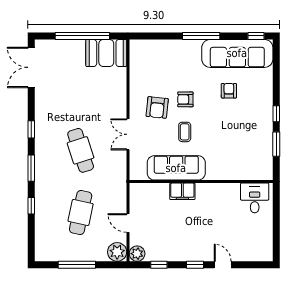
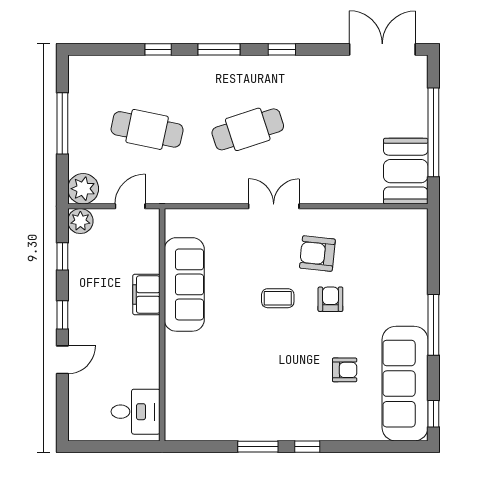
sofa: (176, 168) -> (184, 284), moved
wall: (201, 182) -> (162, 325), moved
filing cabinet: (182, 191) -> (146, 295), moved
desk: (255, 198) -> (136, 412), moved

